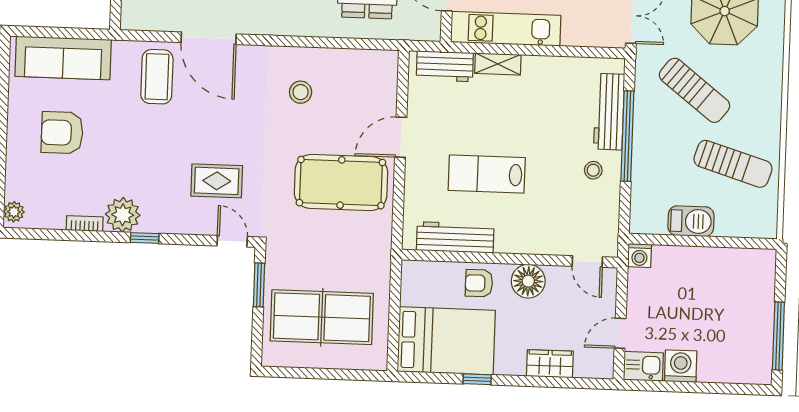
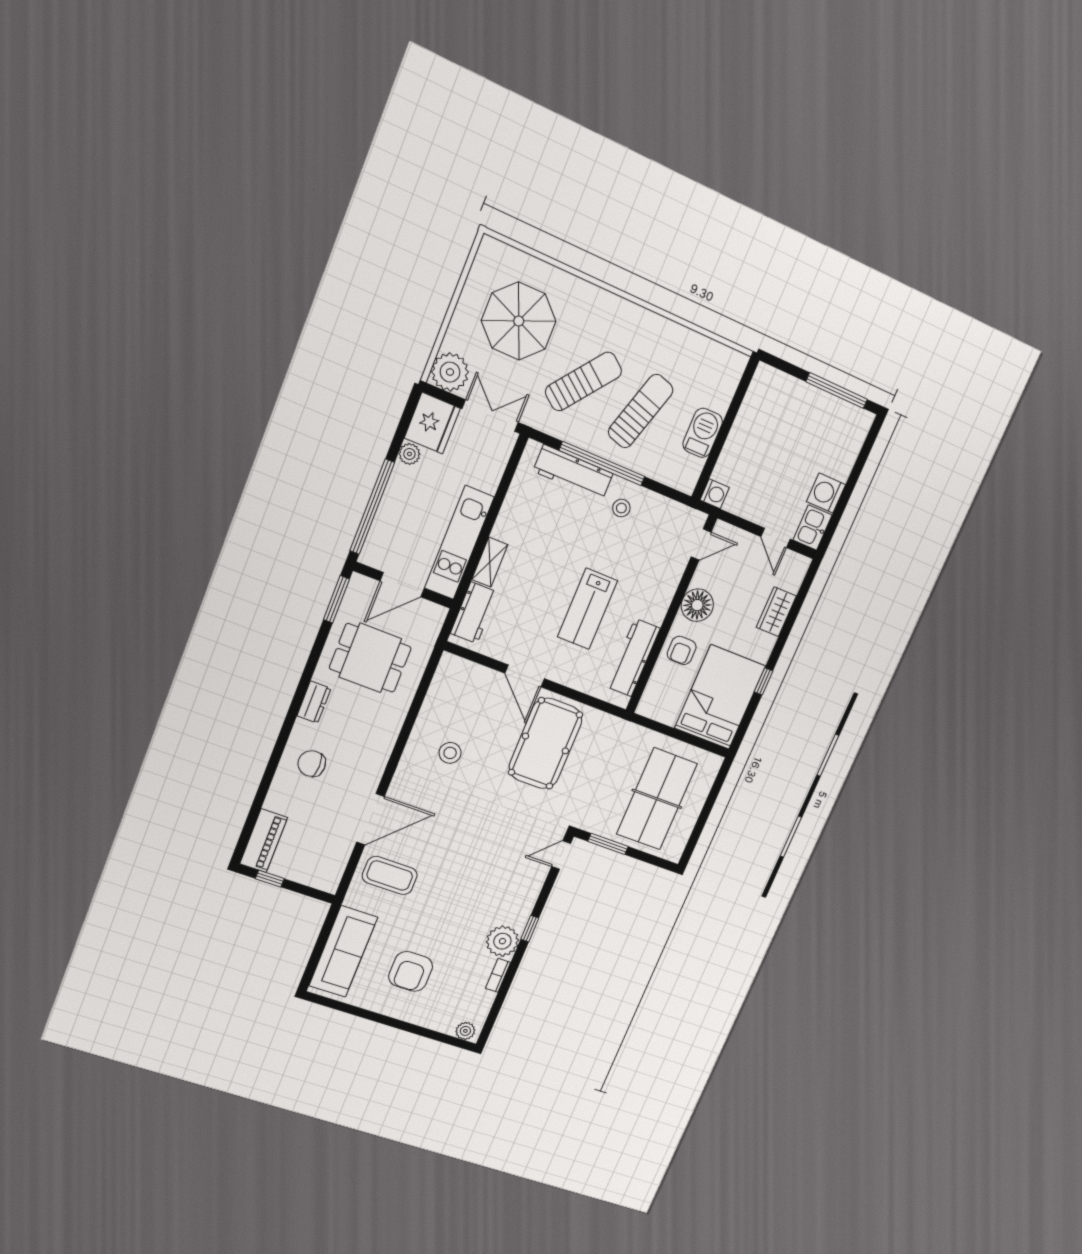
sun lounger: (733, 164) -> (641, 411), moved
rug: (217, 181) -> (503, 852), removed

